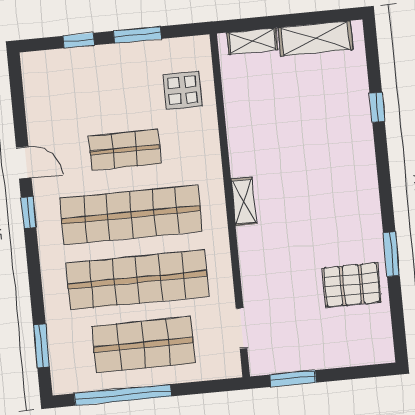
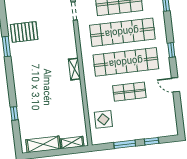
window: (29, 212) -> (171, 50), moved

